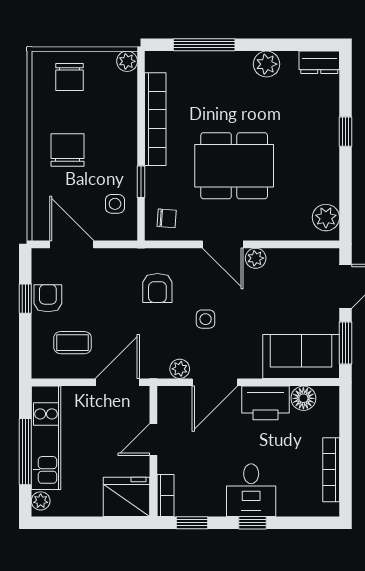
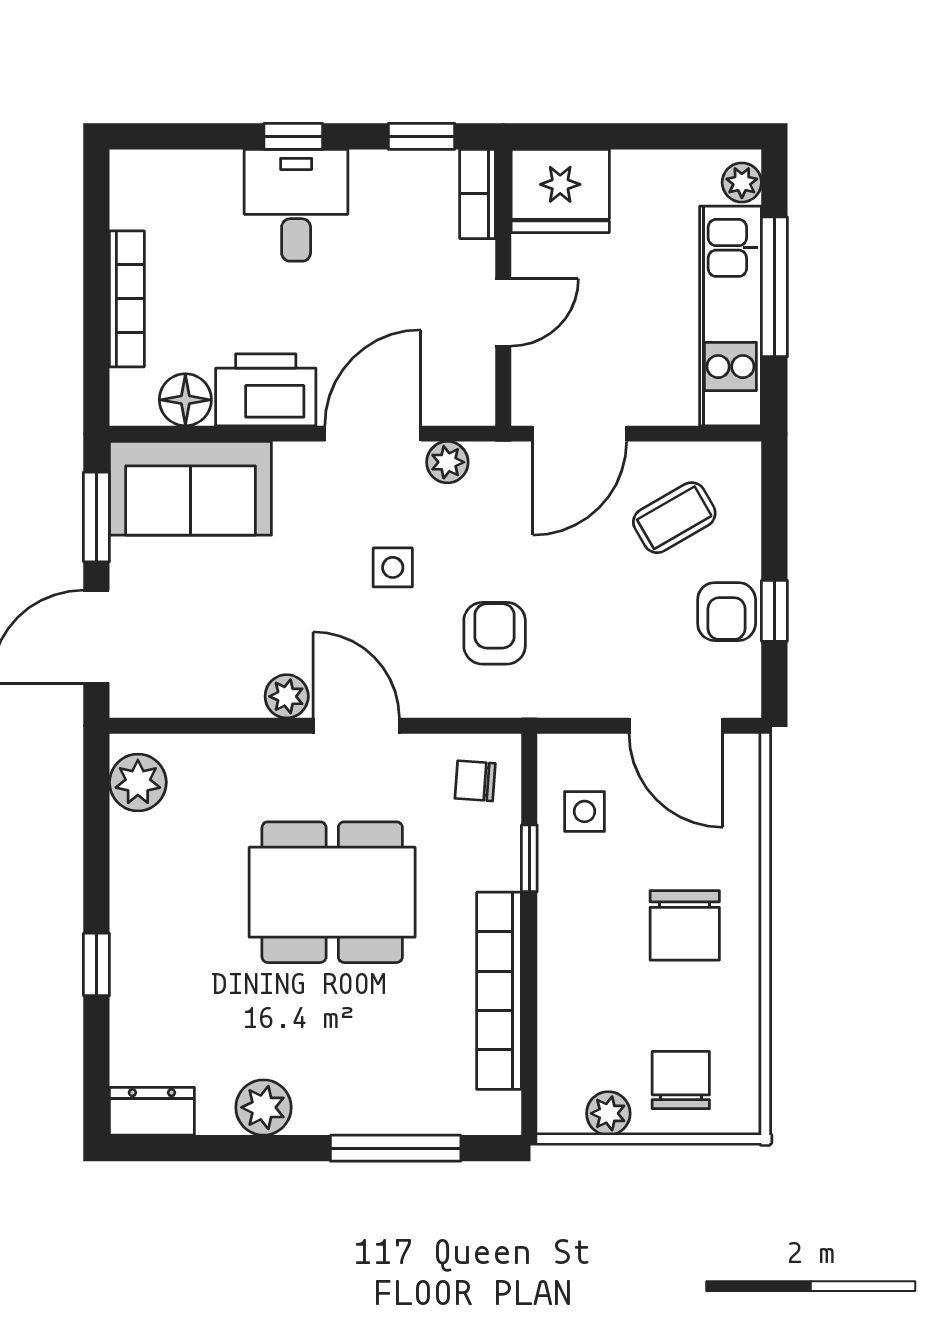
plant: (127, 61) -> (608, 1113), moved
coffee table: (73, 343) -> (674, 518), turned -30
bookcase: (331, 470) -> (127, 299), moved

